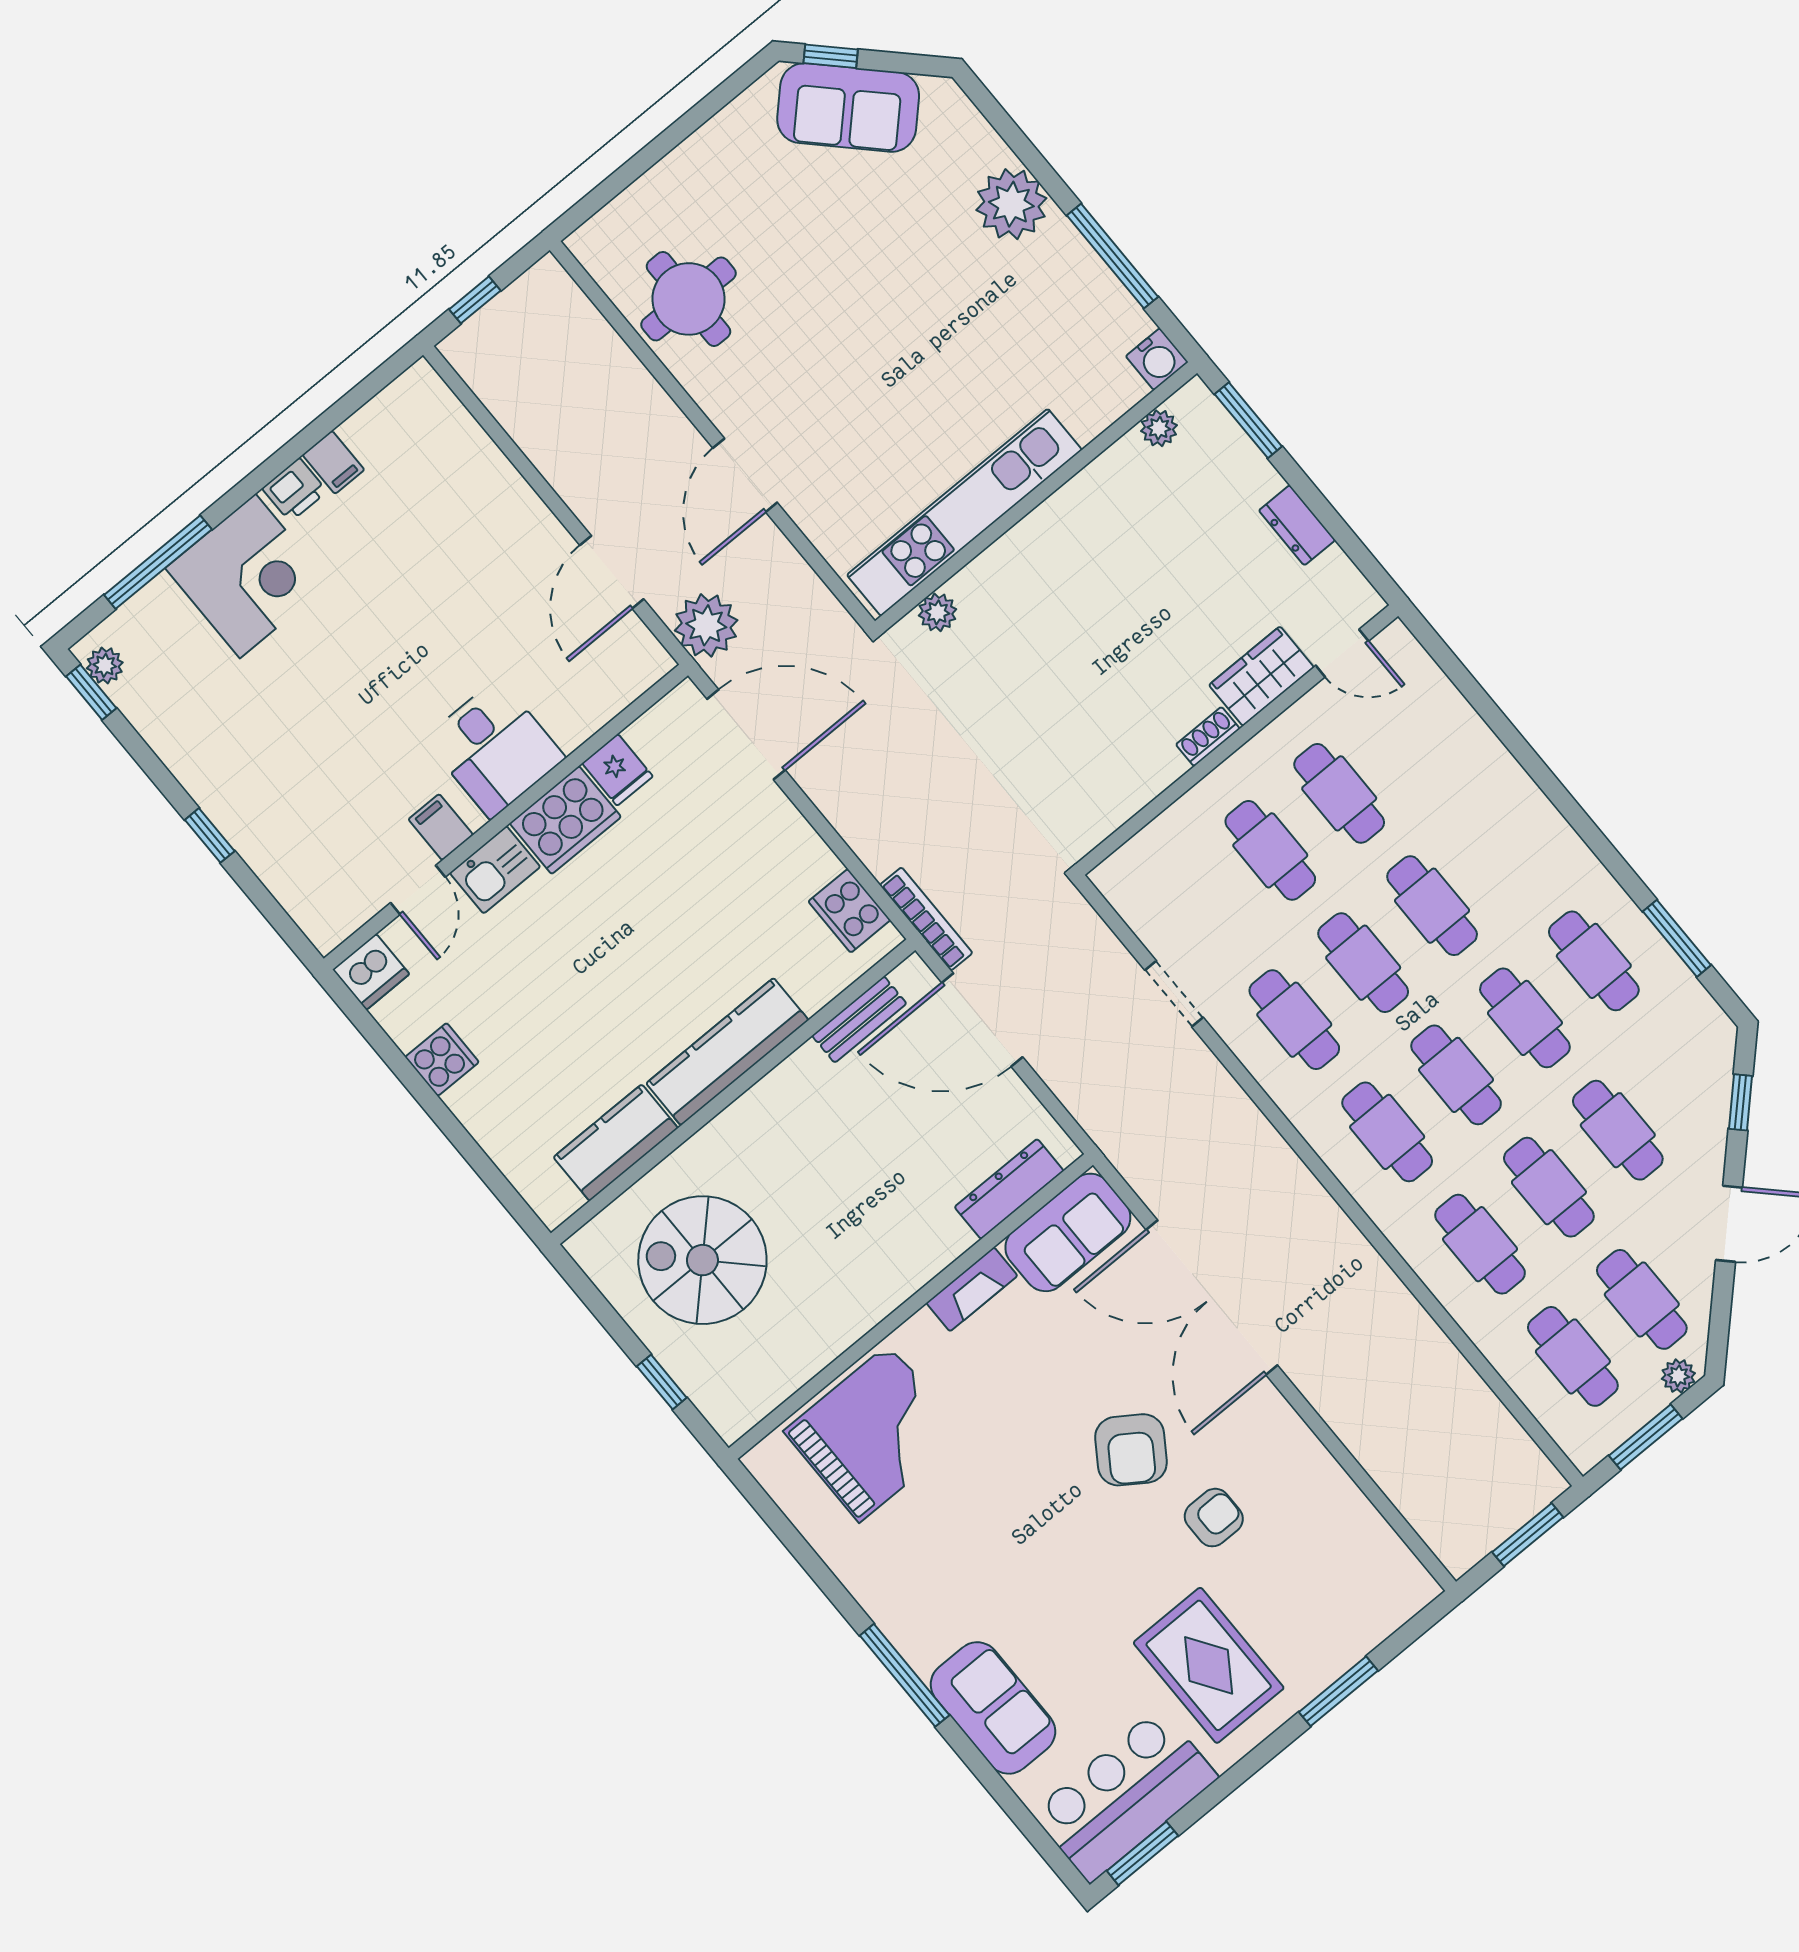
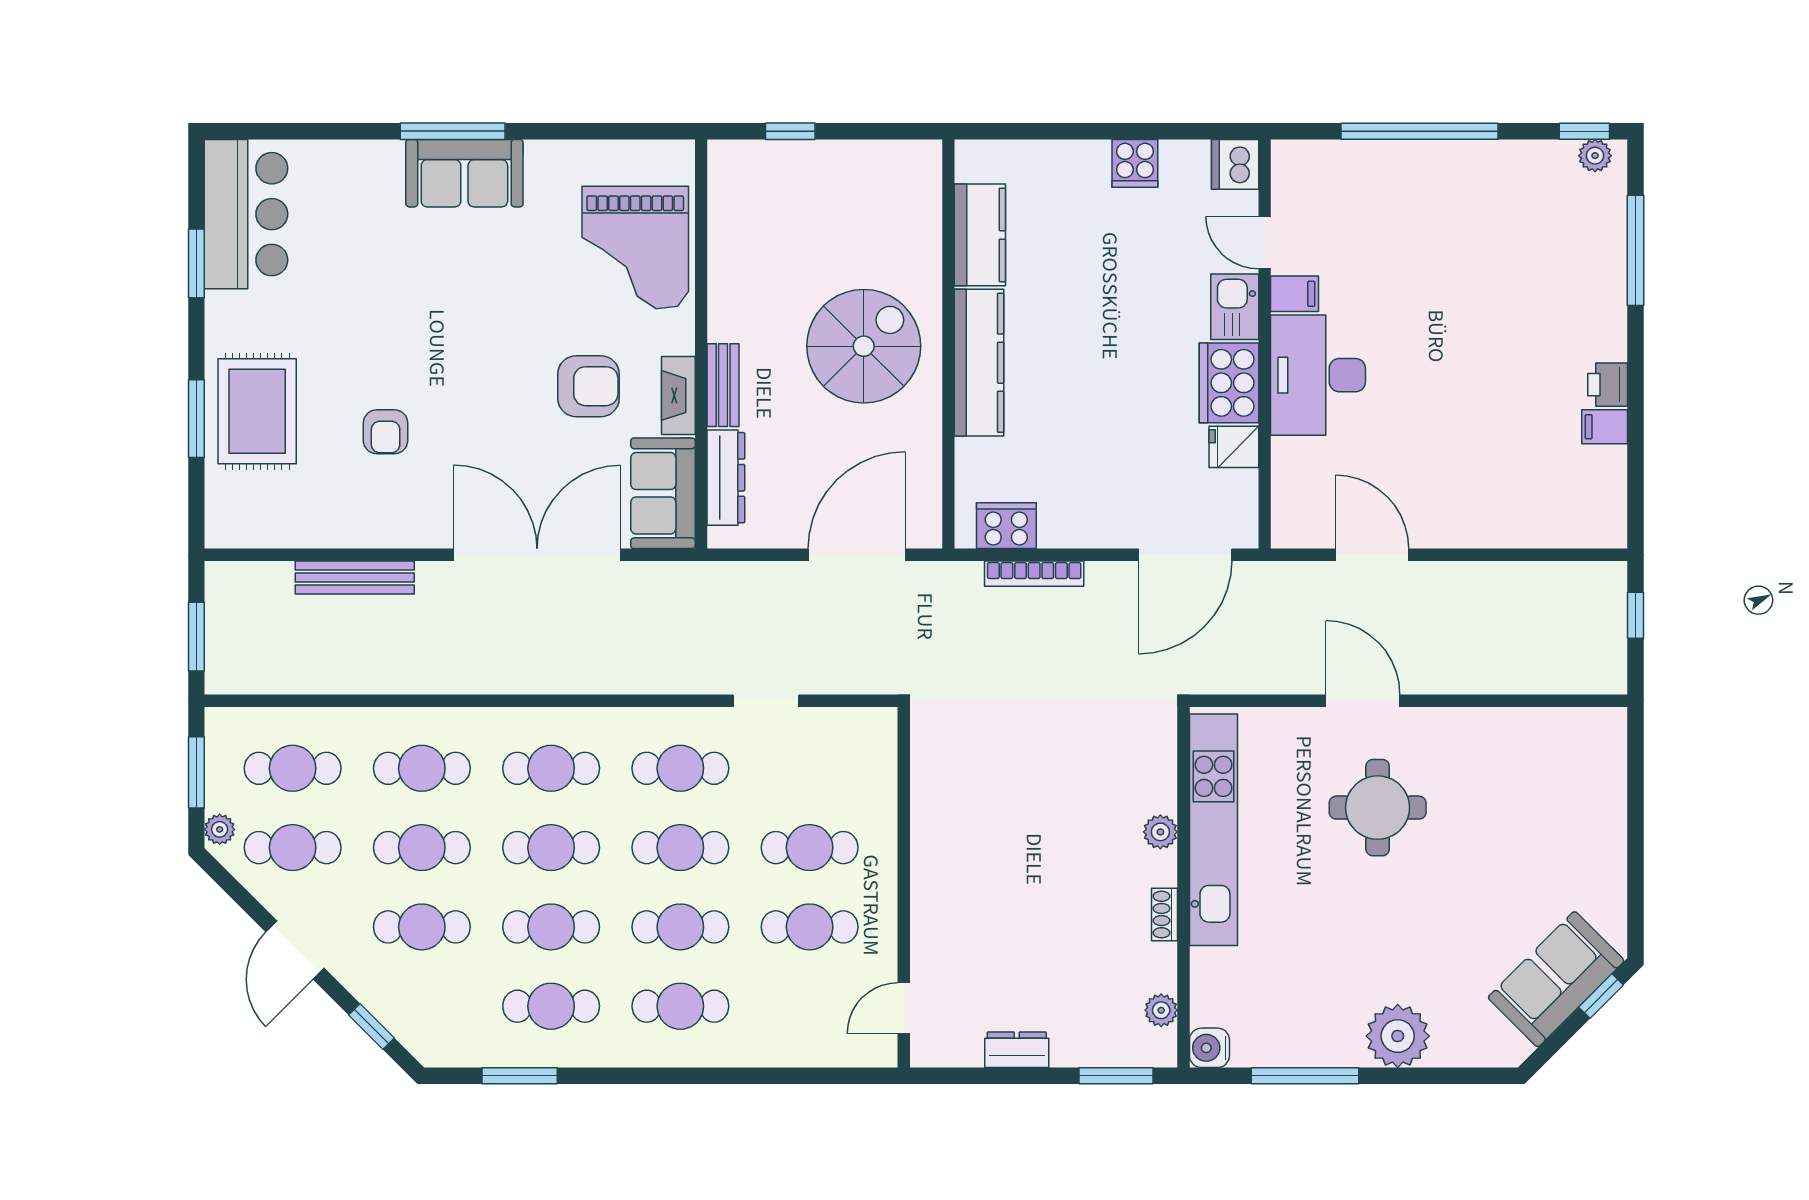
round table: (689, 299) -> (1378, 808), moved
corner desk: (248, 576) -> (1575, 304), removed
plant: (937, 612) -> (1160, 832), moved
plant: (706, 625) -> (1282, 589), removed
wardrobe: (1261, 676) -> (934, 940), removed
shoe rack: (1208, 737) -> (1165, 915), moved, turned 180
desk: (495, 748) -> (1318, 375), width x1.37
window: (210, 835) -> (1419, 131), width x3.17
cafe table: (1501, 849) -> (680, 1006), added
bookcase: (926, 919) -> (1034, 574), moved
bench: (859, 1019) -> (723, 385), moved
spiral stairs: (702, 1260) -> (864, 346), moved
bench: (1363, 1440) -> (355, 578), added
armchair: (1131, 1450) -> (588, 386), moved, turned 146
rug: (1209, 1665) -> (257, 411), moved, turned 90
sofa: (993, 1708) -> (464, 173), moved
window: (1142, 1853) -> (196, 263), moved

